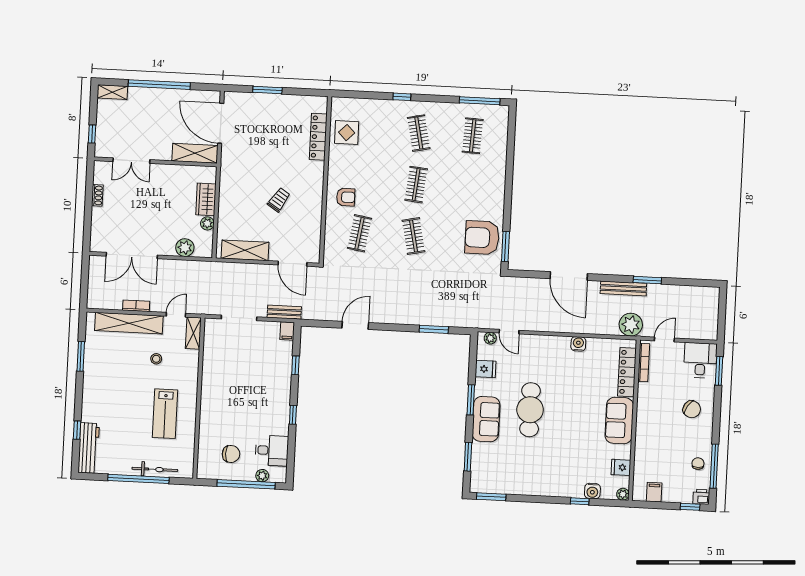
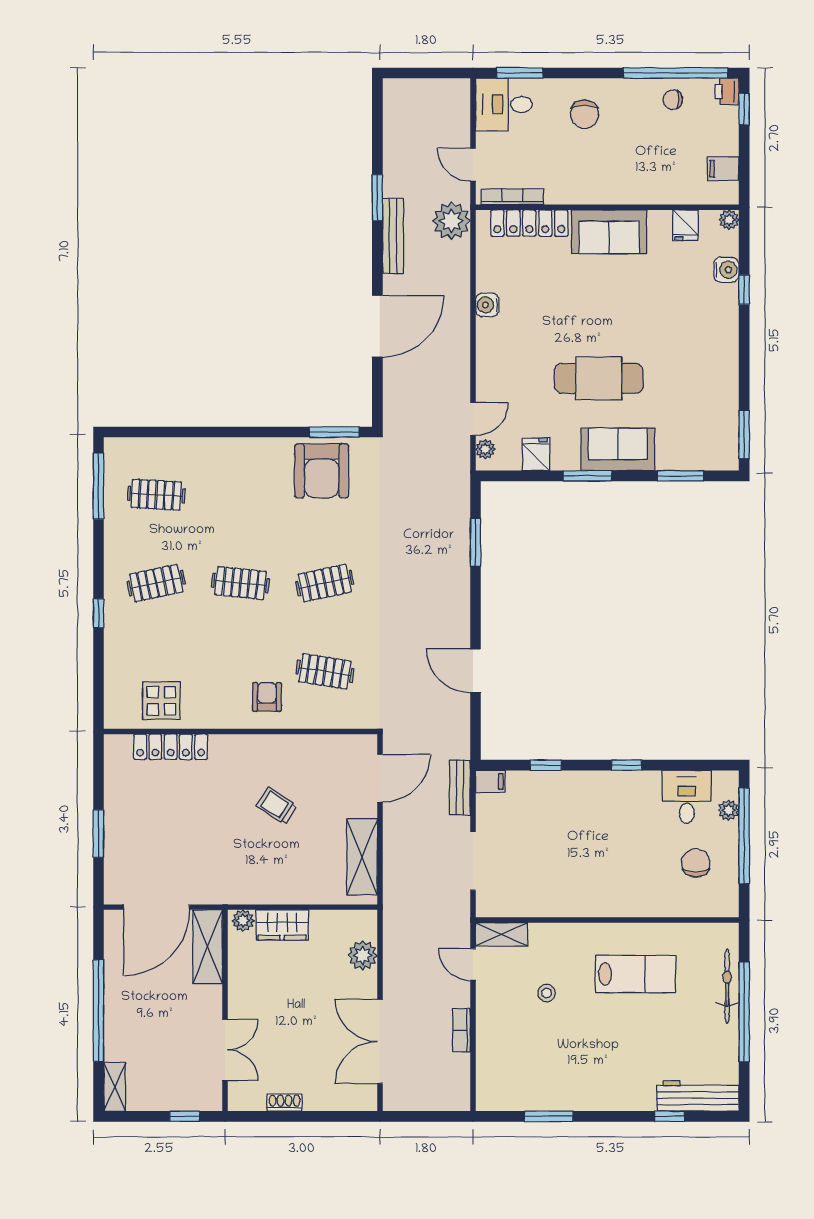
plant: (207, 223) -> (243, 921), moved
double door: (132, 256) -> (380, 1041), swing flipped
shelving: (129, 323) -> (491, 1040), removed
chair: (692, 409) -> (585, 114), turned 147
window: (714, 466) -> (676, 73), width x1.46

